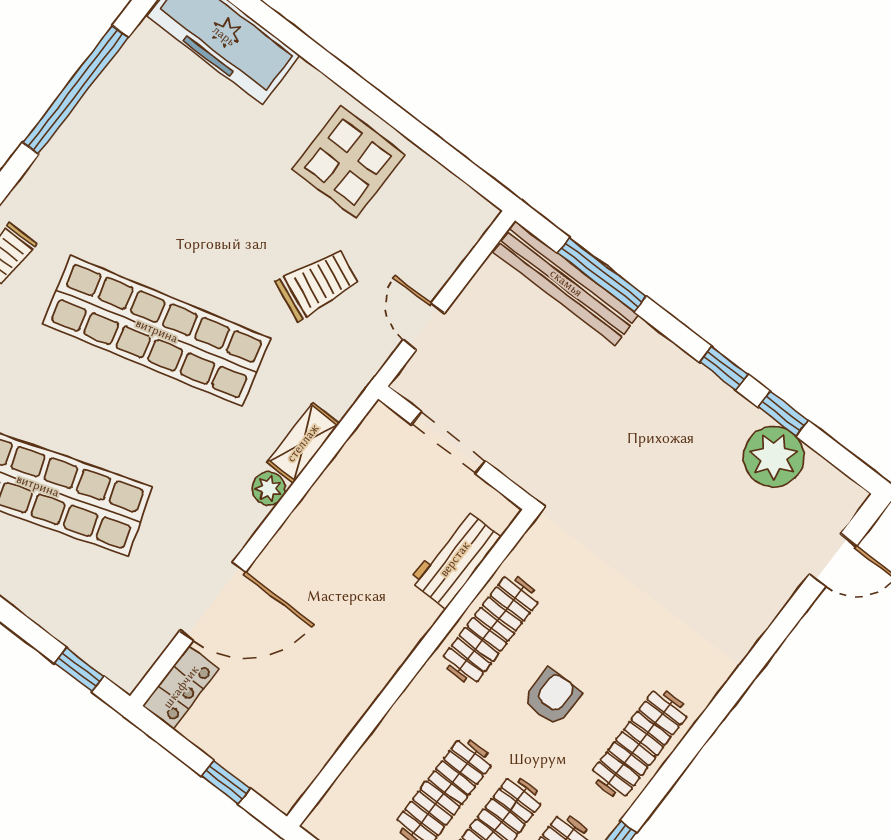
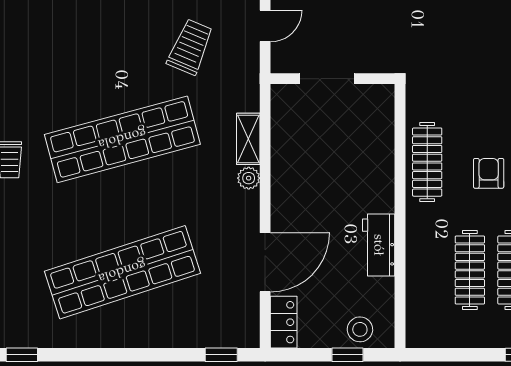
door: (424, 326) -> (265, 26), swing flipped
workbench: (455, 559) -> (379, 245), moved
stool: (263, 764) -> (360, 329), added

